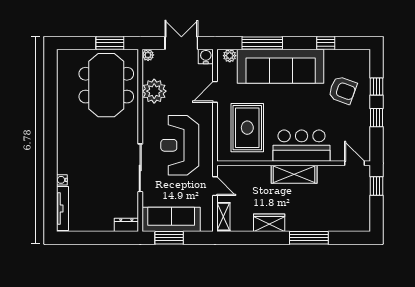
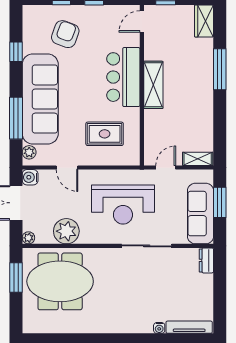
rug: (247, 128) -> (105, 134), width x0.73, depth x0.70
wardrobe: (269, 223) -> (204, 21), moved
window: (169, 238) -> (220, 202), moved

